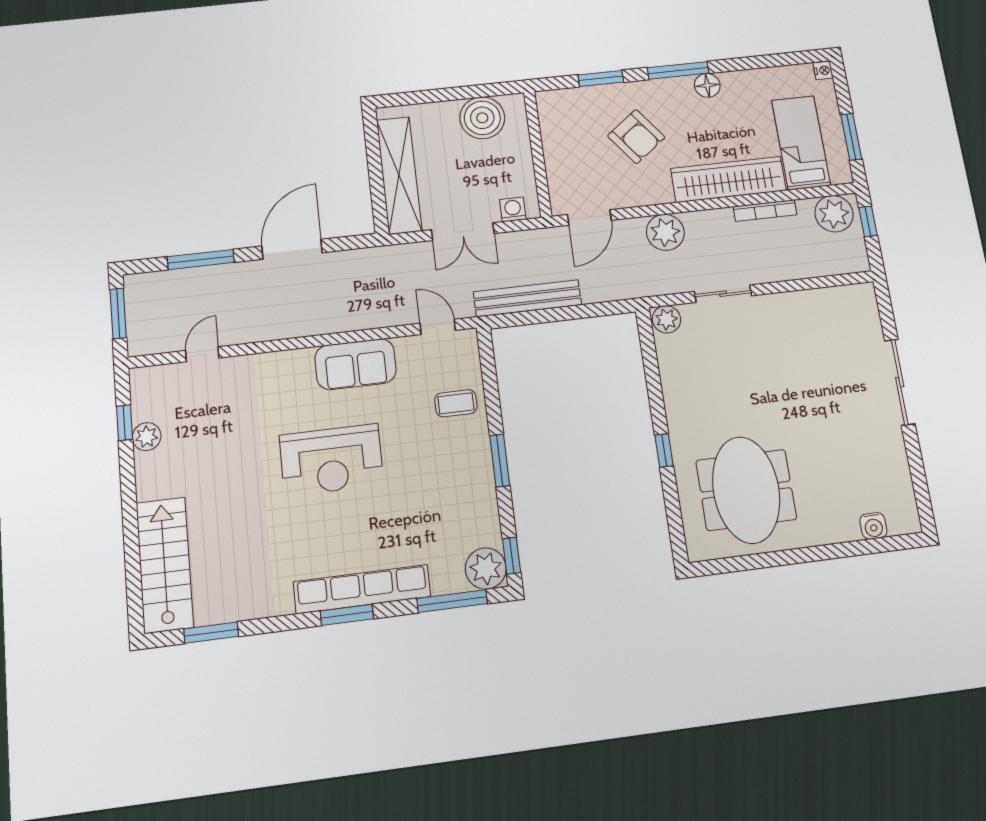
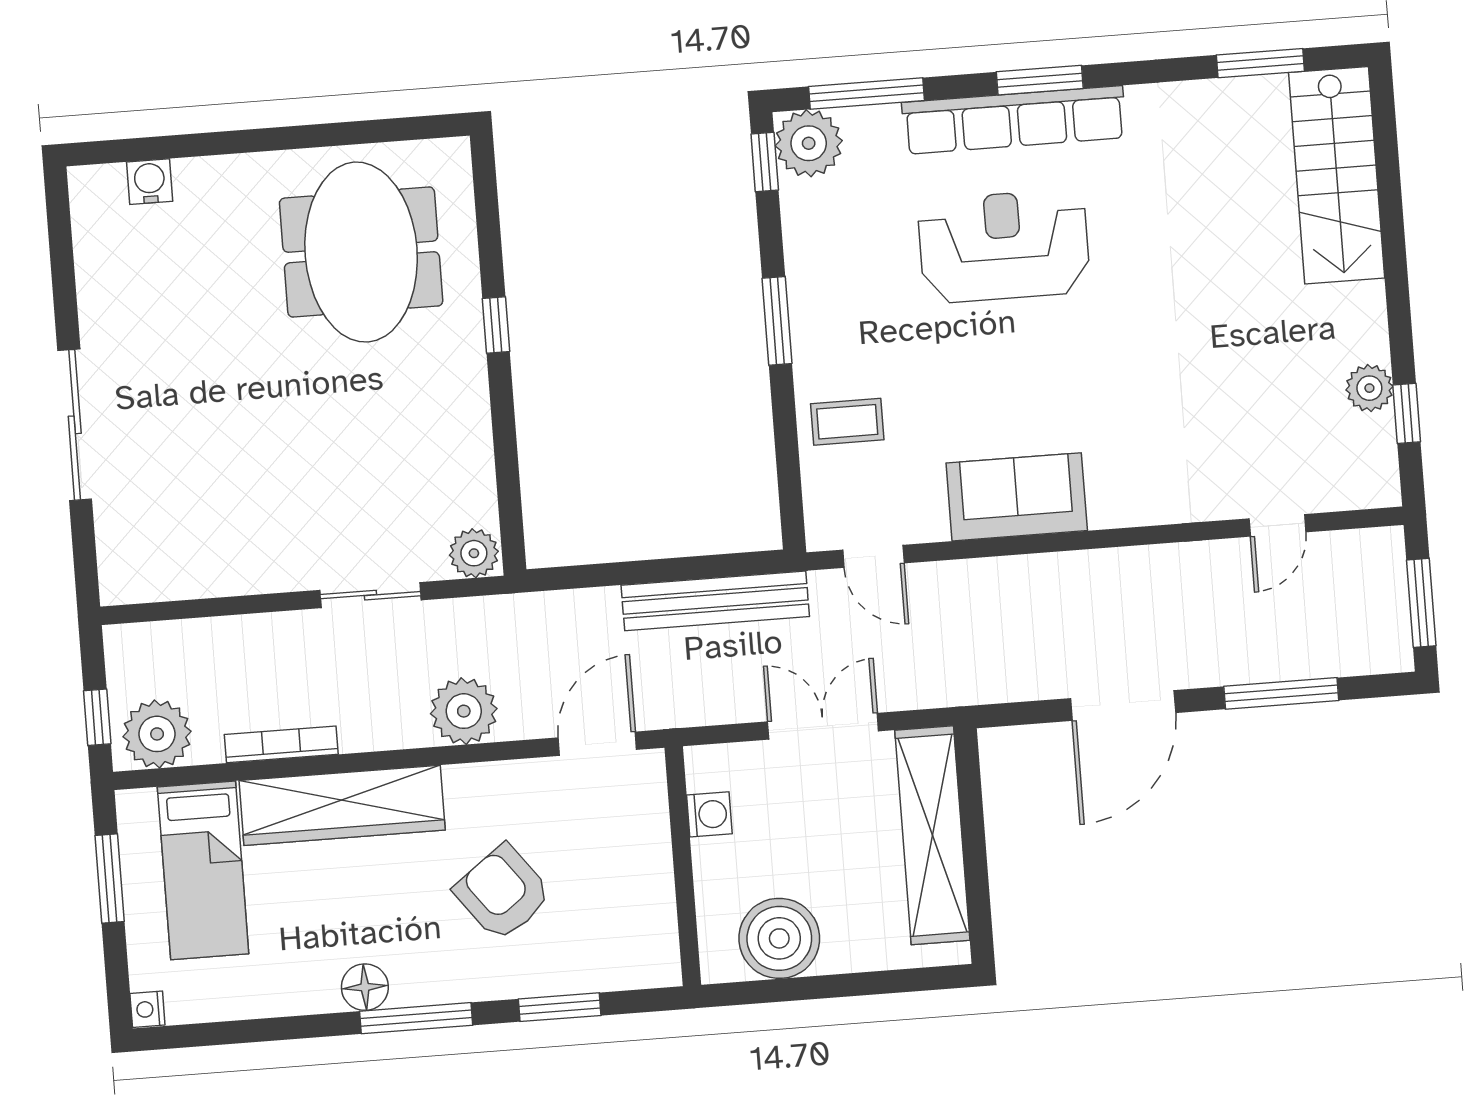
washing machine: (513, 209) -> (709, 814), moved, turned -90
reception desk: (331, 460) -> (1004, 246), moved

